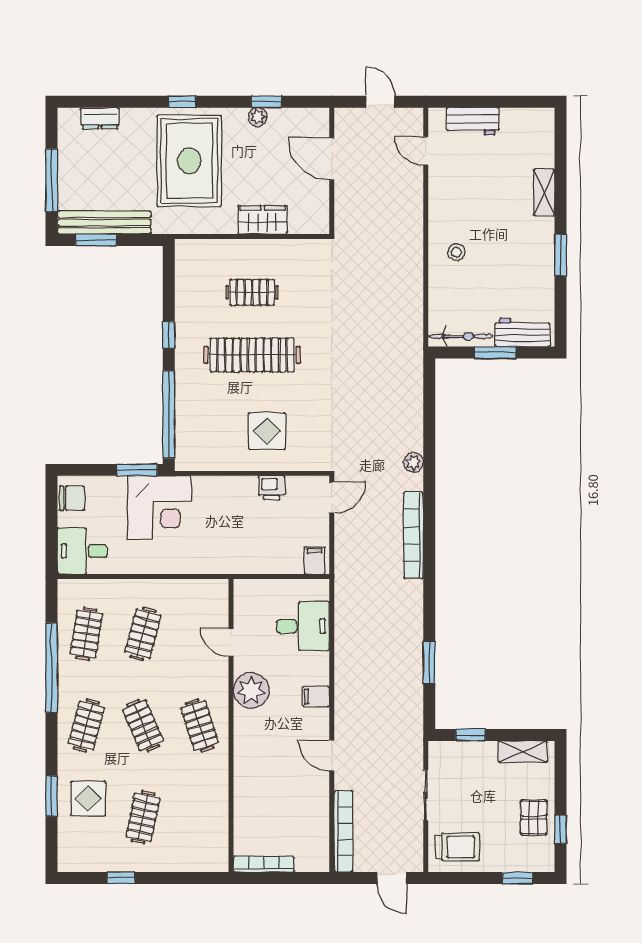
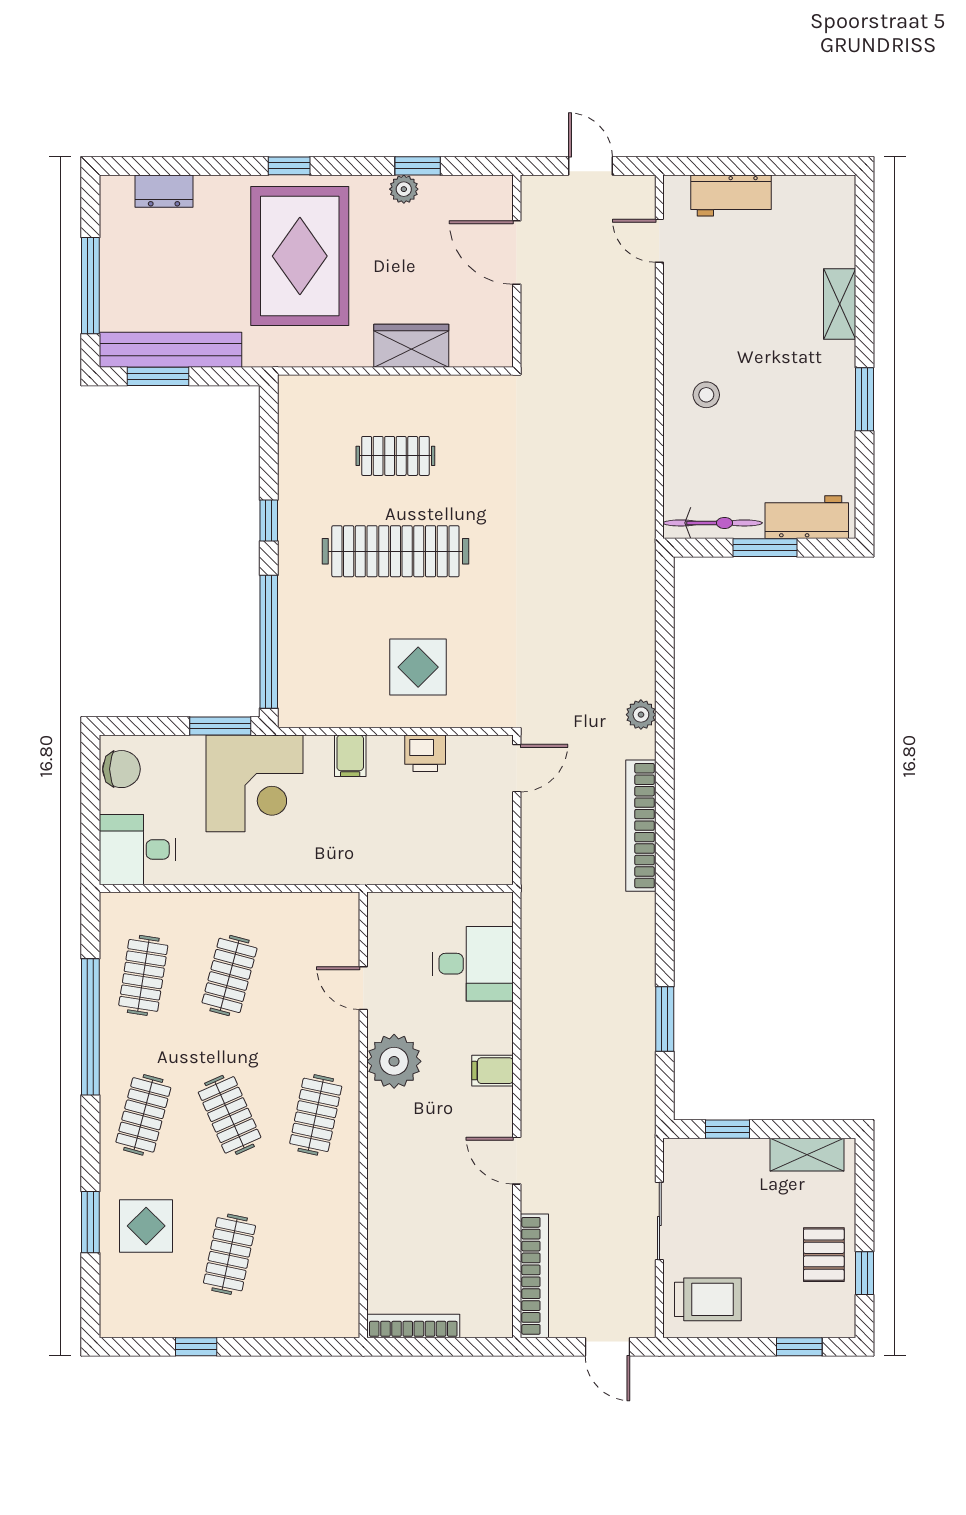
filing cabinet: (315, 561) -> (350, 756), moved, turned 180
clothes rail: (200, 726) -> (316, 1115), turned 30

